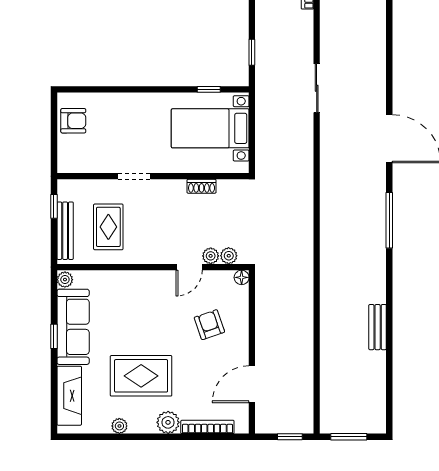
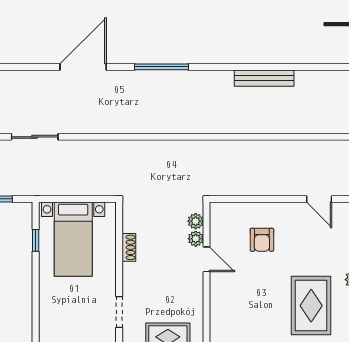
floor lamp: (242, 277) -> (216, 209), removed
armchair: (209, 325) -> (262, 240), turned -71
bench: (378, 327) -> (264, 78), width x1.36
door: (252, 384) -> (319, 199), width x0.73

